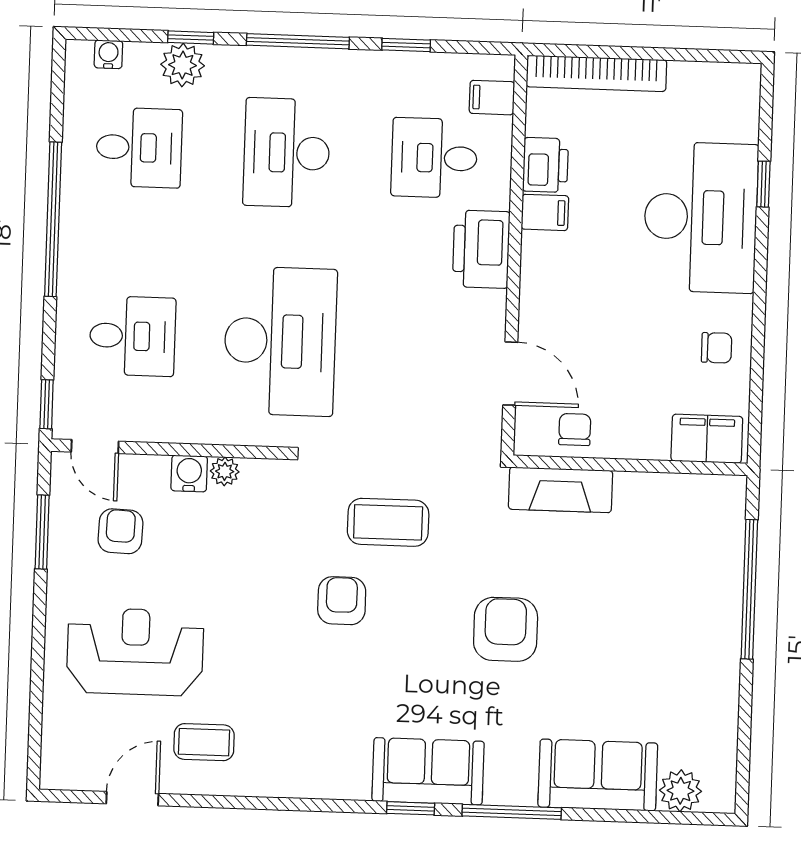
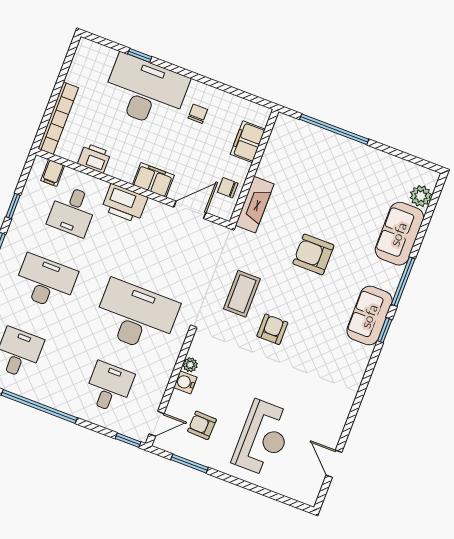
desk: (287, 153) -> (46, 282), turned 180
filing cabinet: (545, 212) -> (153, 180), moved, width x2.00
chair: (717, 348) -> (198, 114), moved
filing cabinet: (707, 439) -> (248, 142), moved
armchair: (342, 601) -> (272, 329), turned 90
reception desk: (135, 652) -> (263, 438), turned 180
coffee table: (204, 742) -> (318, 420), removed

